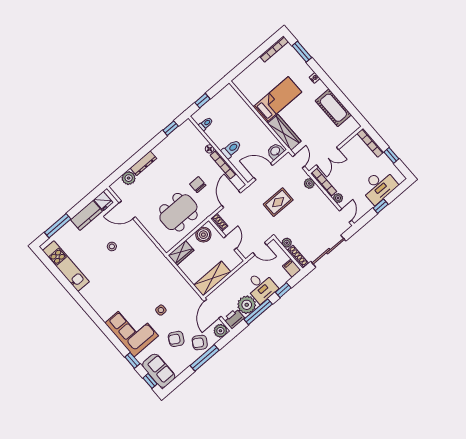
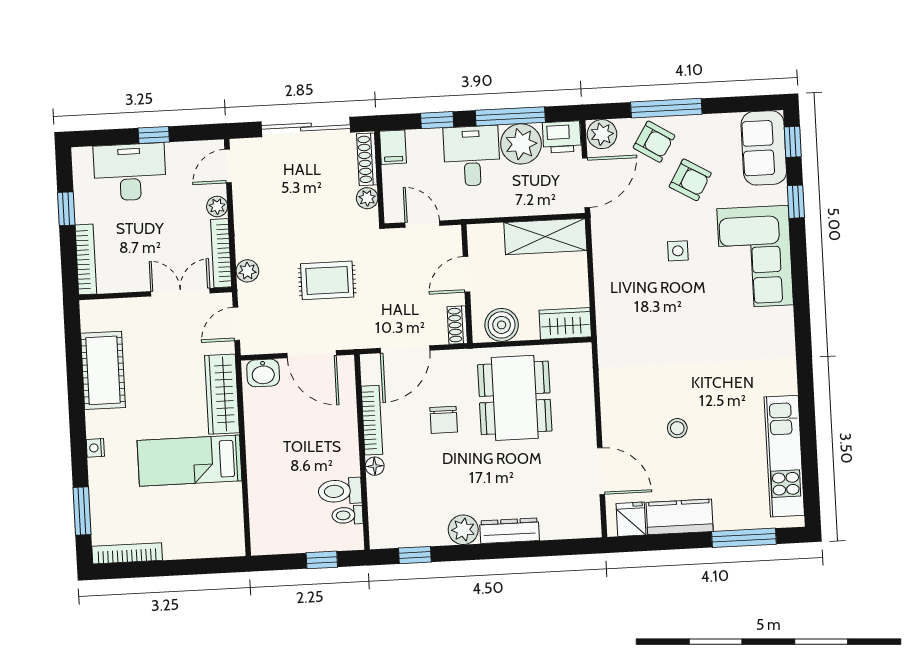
toilet: (231, 149) -> (340, 491), moved
plant: (129, 178) -> (463, 530), moved
dining table: (178, 212) -> (515, 398), turned 90

